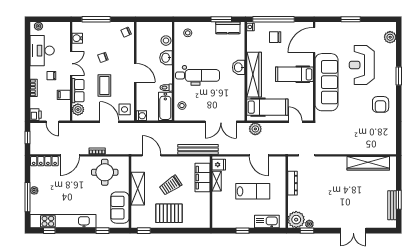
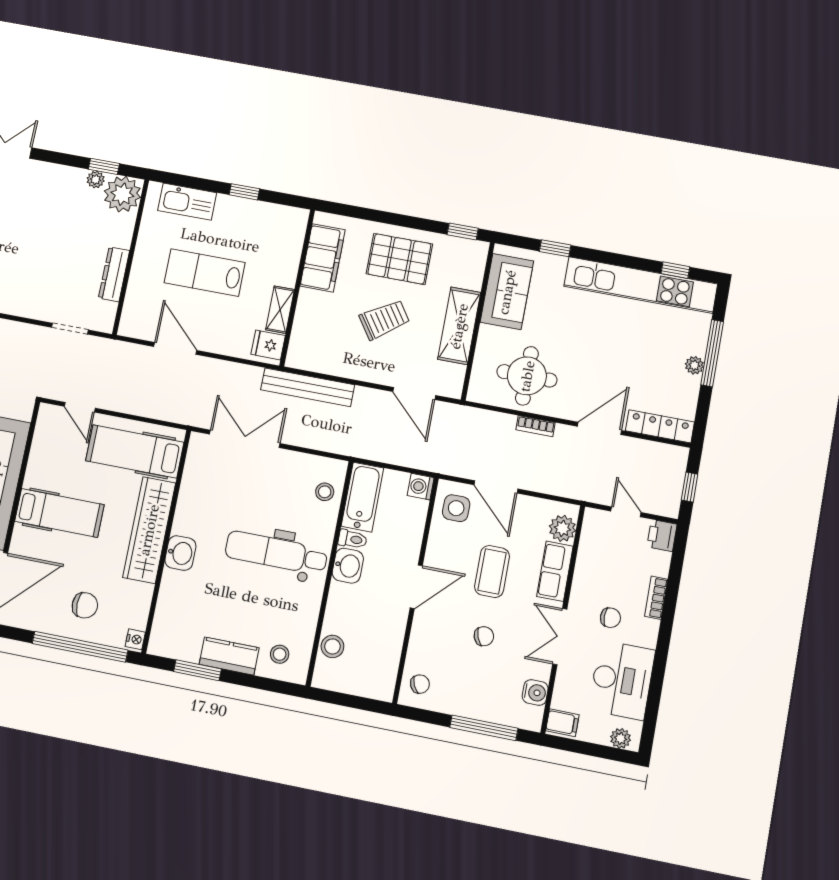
kitchen counter: (228, 28) -> (229, 656), moved
washbasin: (166, 58) -> (348, 566), moved
door: (135, 73) -> (416, 587), swing flipped
filing cabinet: (64, 95) -> (562, 723), moved
plant: (255, 129) -> (171, 408), removed
filing cabinet: (202, 178) -> (323, 258), moved

